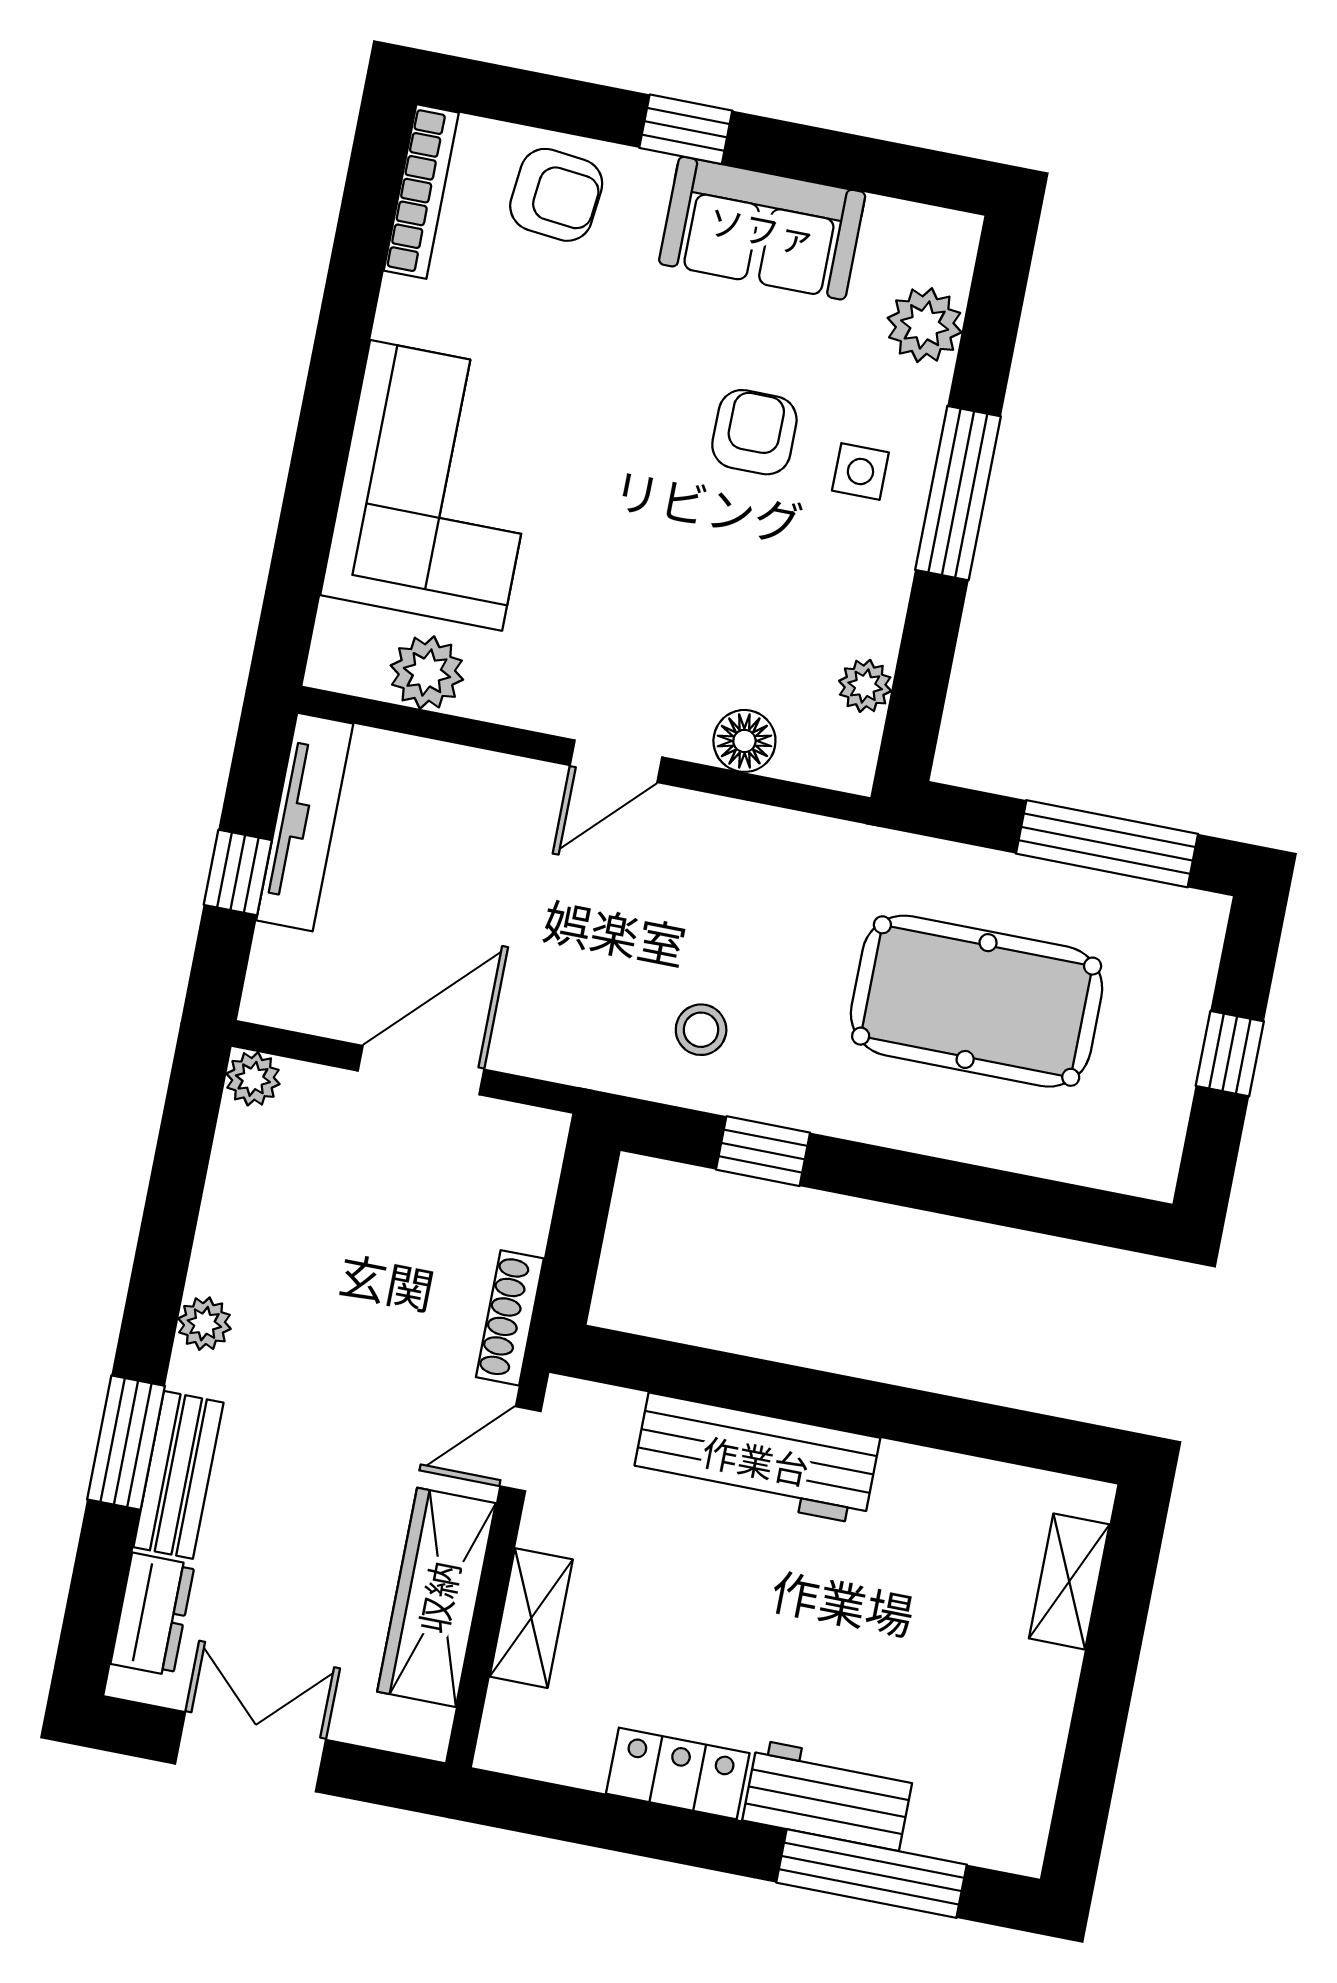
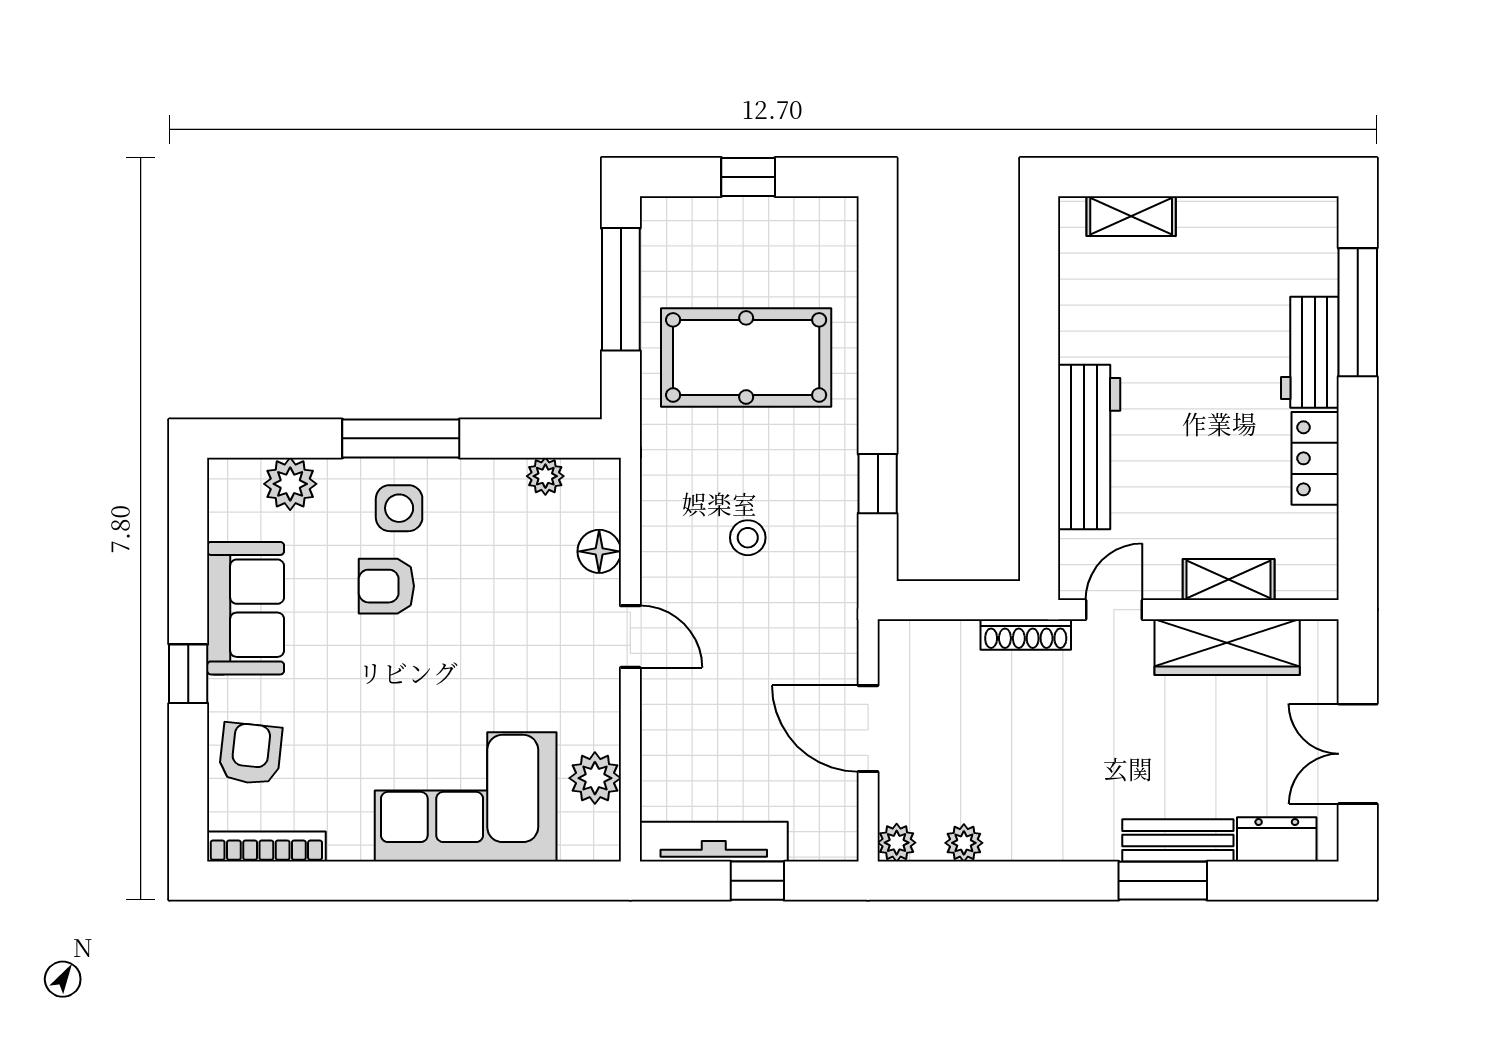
side table: (860, 472) -> (399, 508), width x1.37, depth x1.37
pool table: (977, 1001) -> (746, 357), turned 90
stool: (701, 1030) -> (748, 538), moved
plant: (204, 1324) -> (964, 843), moved
door: (521, 1449) -> (1114, 610), swing flipped

